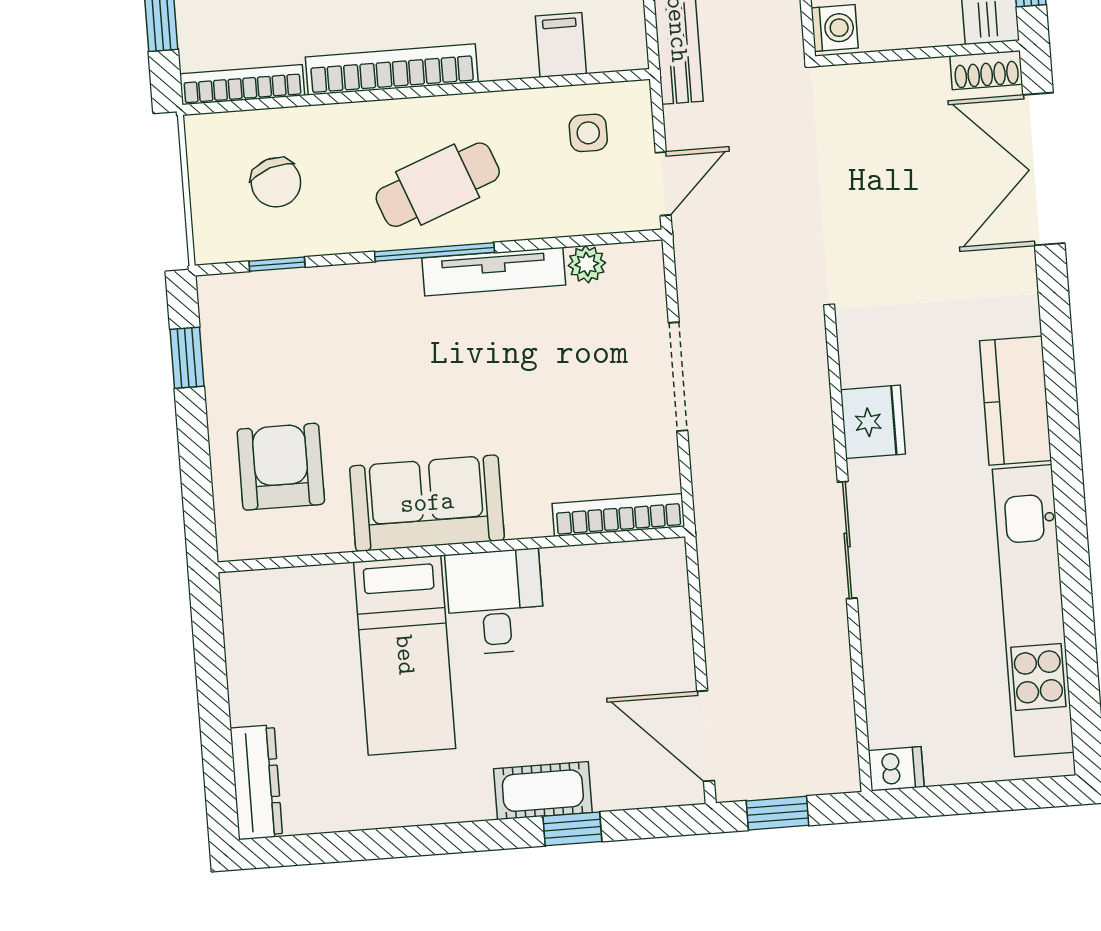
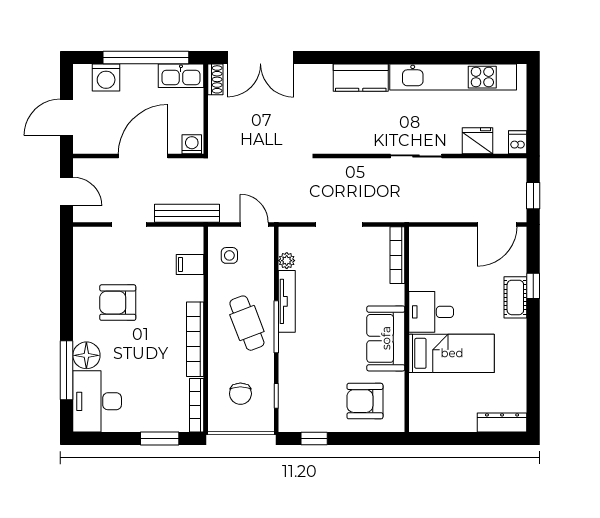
chair: (276, 182) -> (240, 394), turned 108
fridge: (873, 422) -> (478, 141), moved

